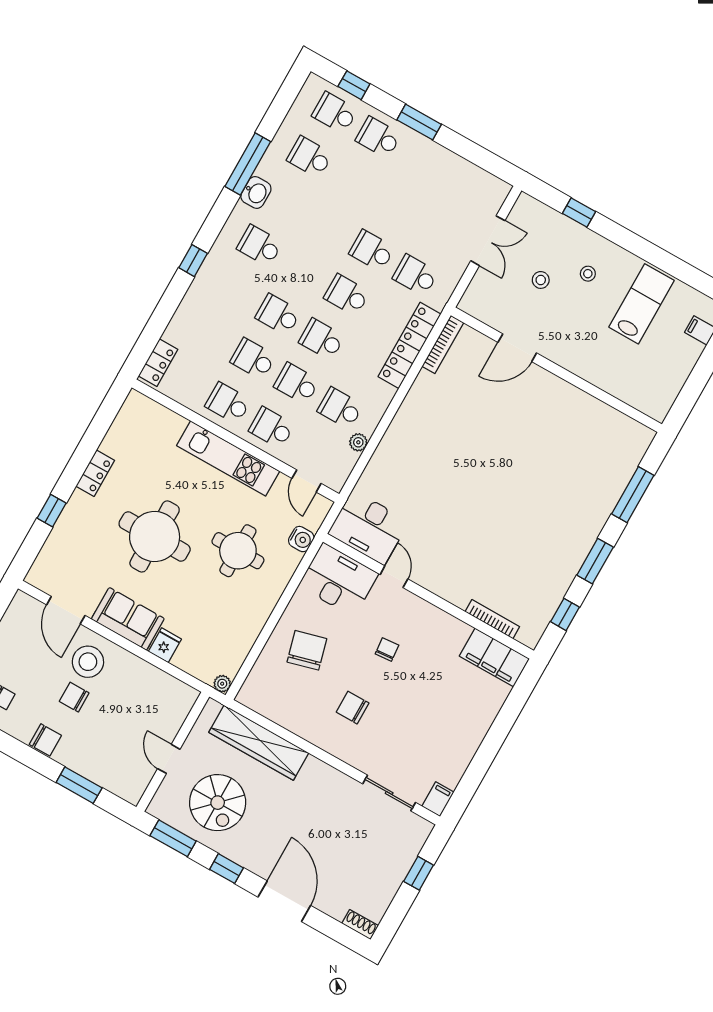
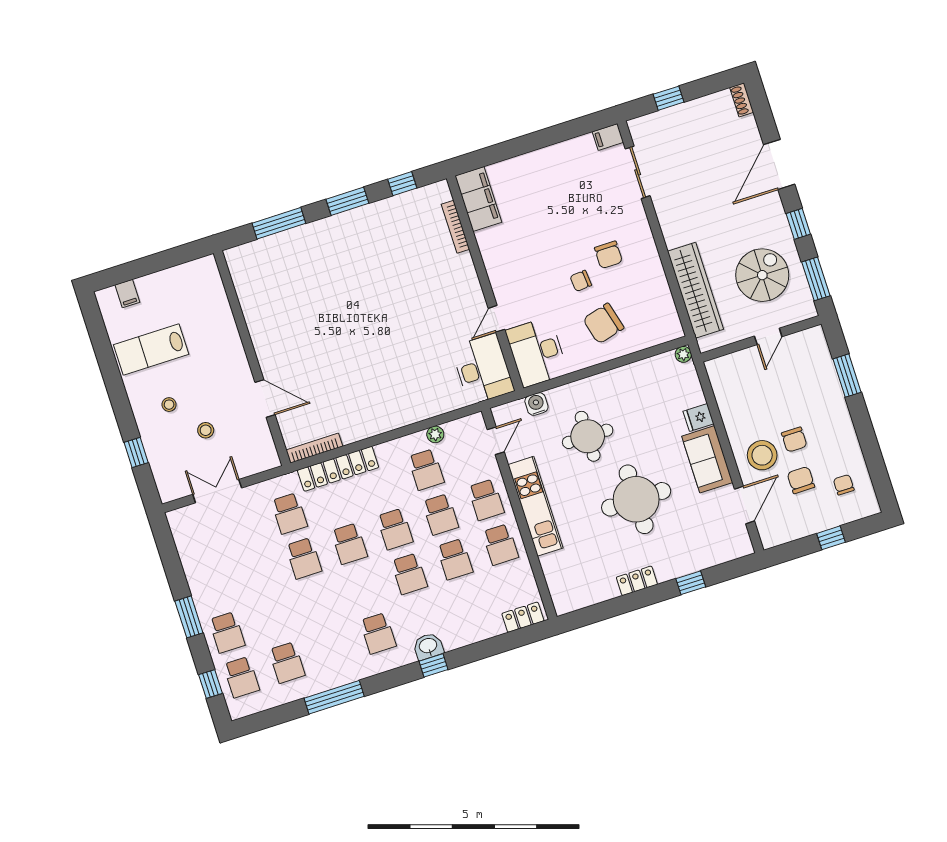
washbasin: (256, 193) -> (428, 646), moved
chair: (387, 650) -> (581, 281), moved
chair: (45, 740) -> (801, 480), moved

